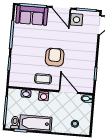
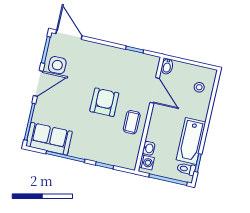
sofa: (32, 15) -> (49, 139), moved, turned -90
armchair: (55, 57) -> (104, 102), turned 90
door: (68, 92) -> (155, 90), swing flipped
washing machine: (44, 96) -> (147, 162), moved

